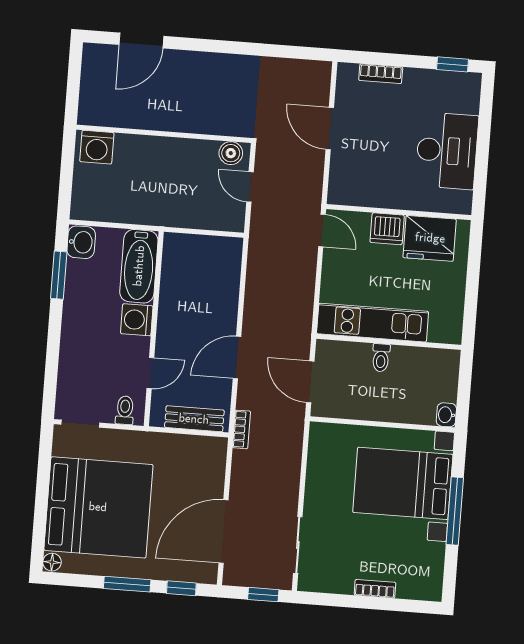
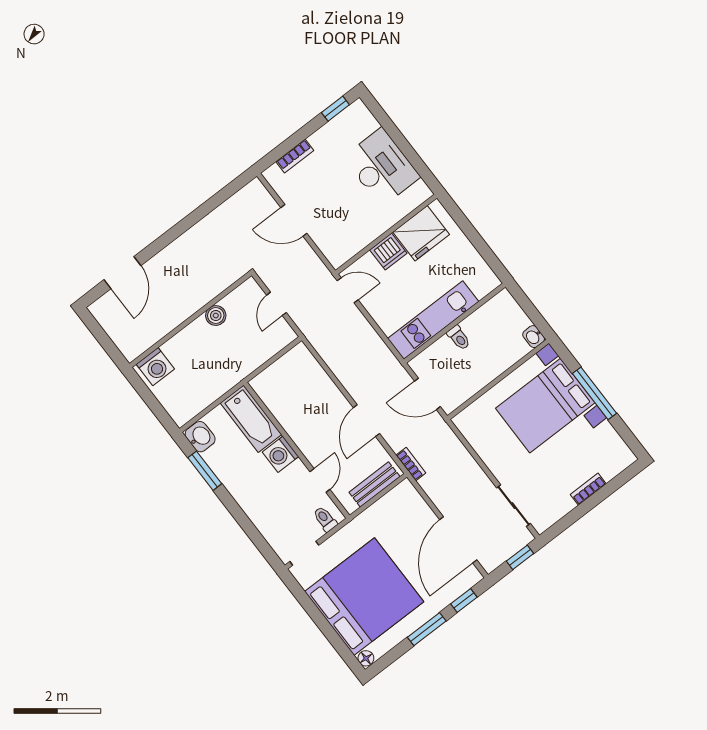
boiler: (231, 153) -> (216, 315), moved
door: (250, 187) -> (276, 304), hinge flipped

